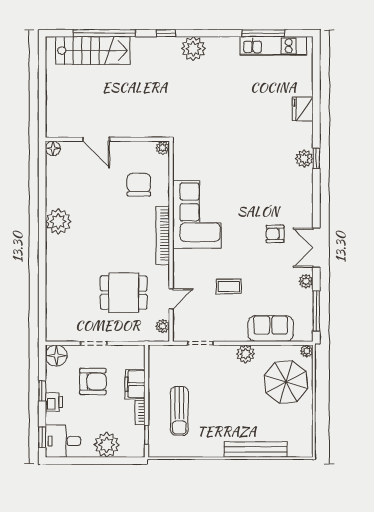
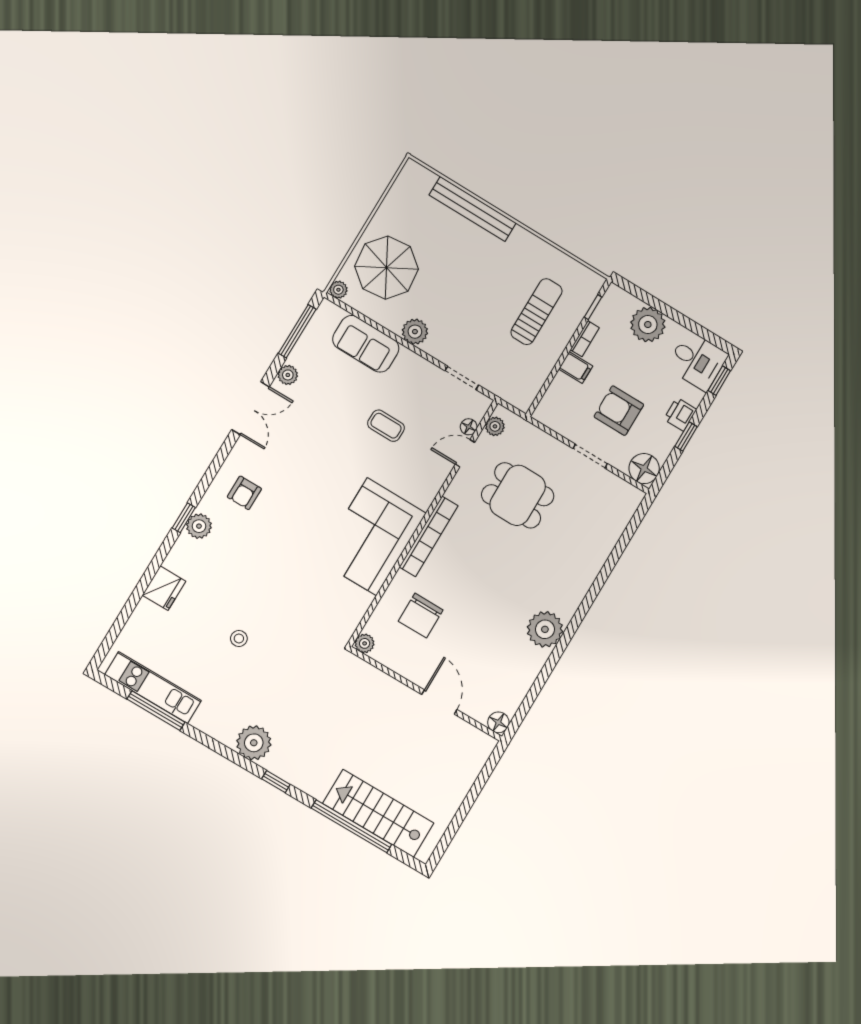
stool: (240, 106) -> (239, 639), added
armchair: (275, 234) -> (244, 493), moved, turned 90
floor lamp: (178, 316) -> (469, 427), added
filing cabinet: (135, 384) -> (576, 368), width x0.50

